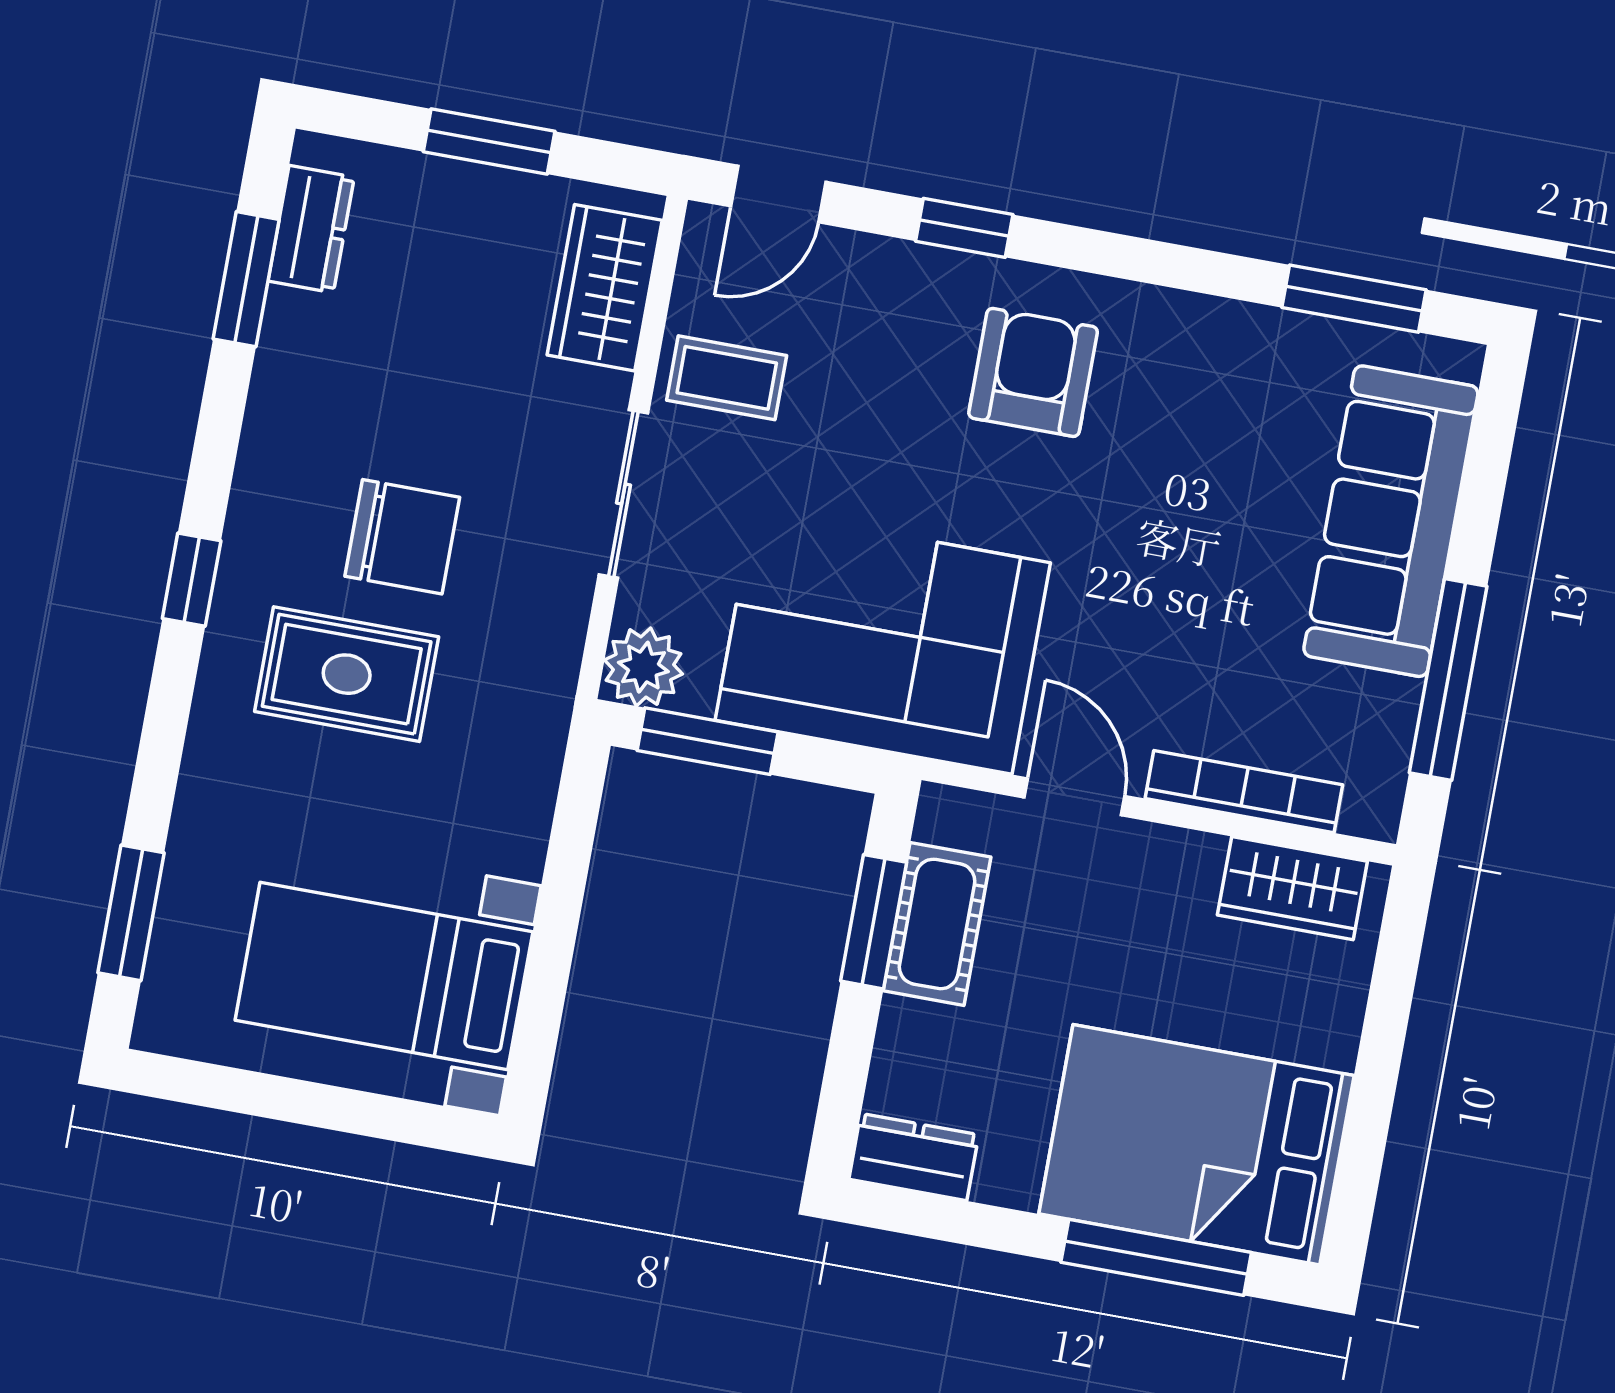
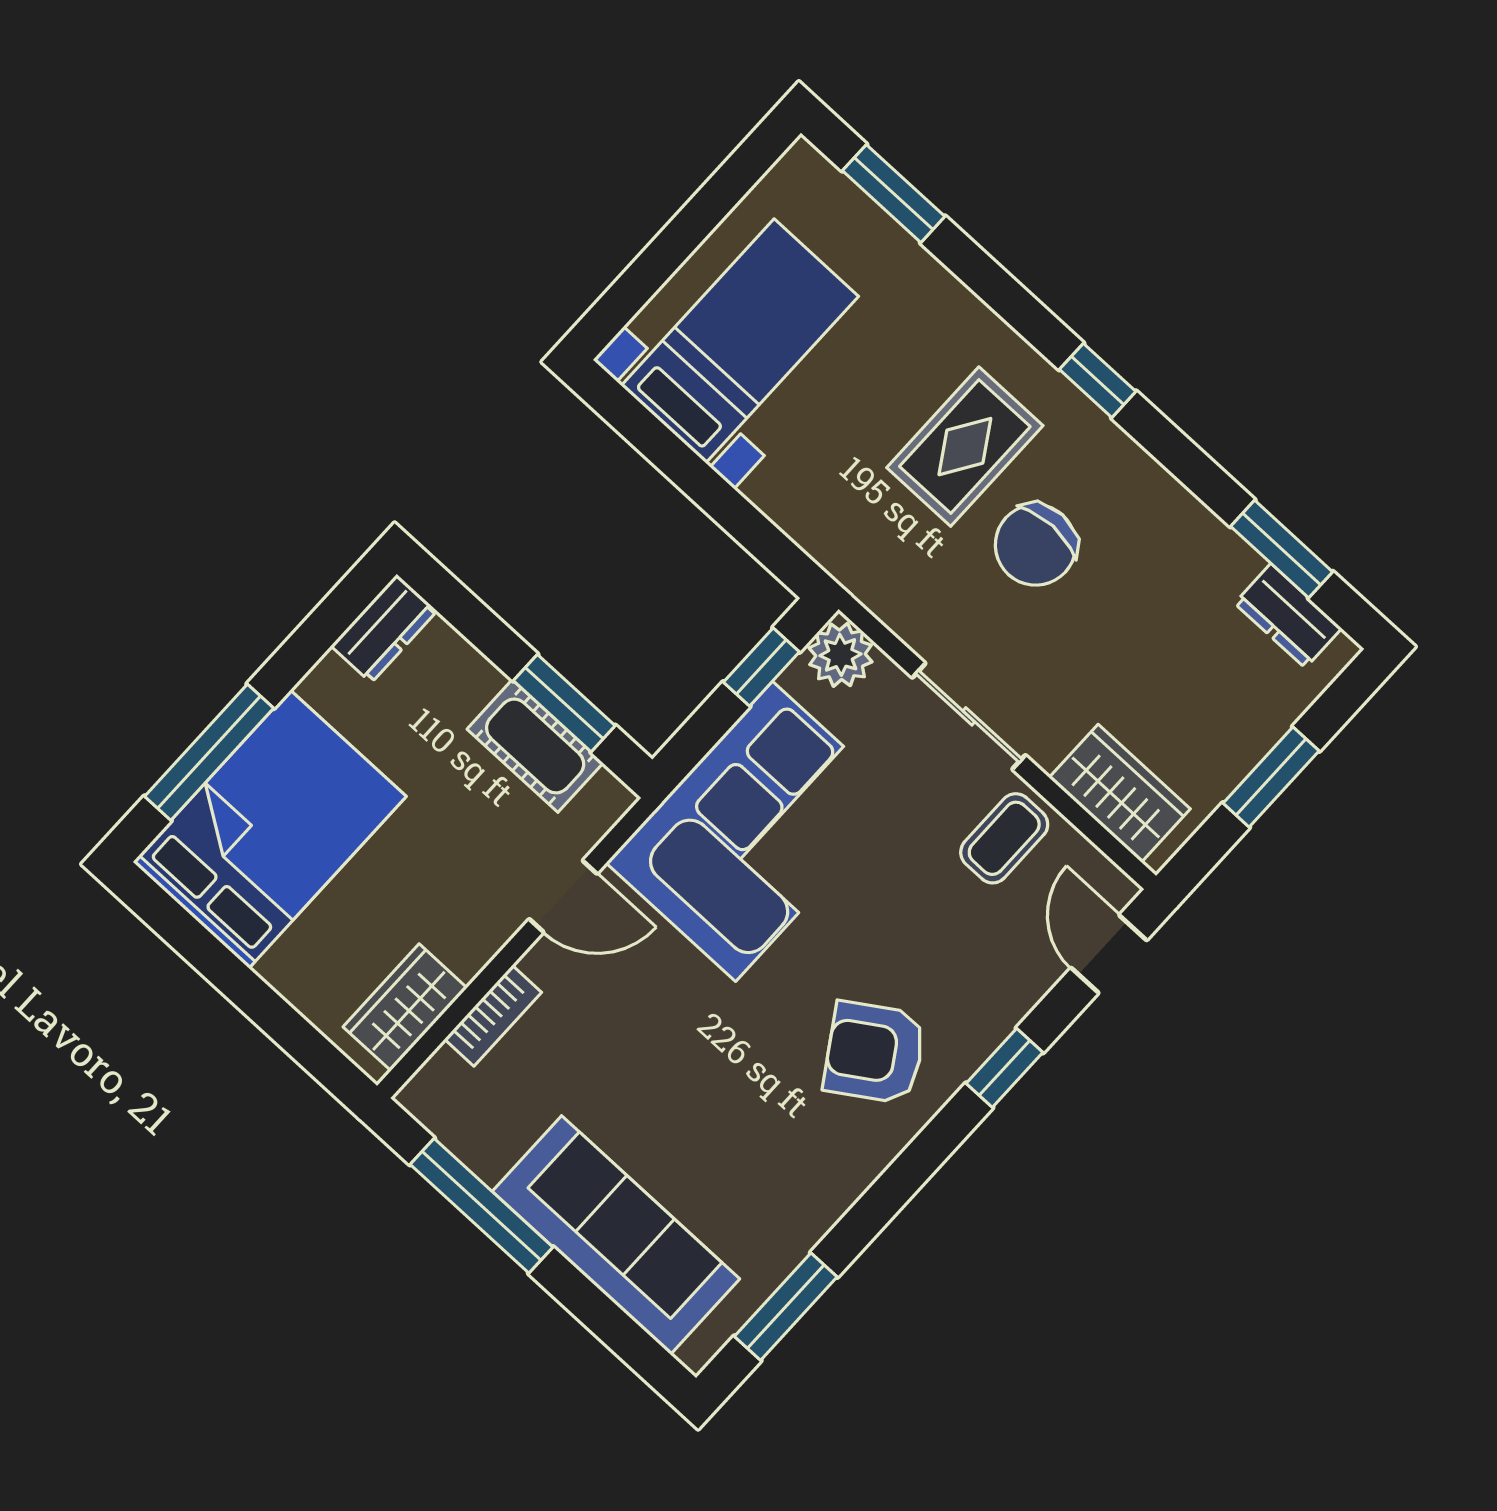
armchair: (1033, 372) -> (875, 1053), turned 147
window: (708, 741) -> (761, 667), width x0.67
bookcase: (1244, 792) -> (493, 1016), width x0.64

